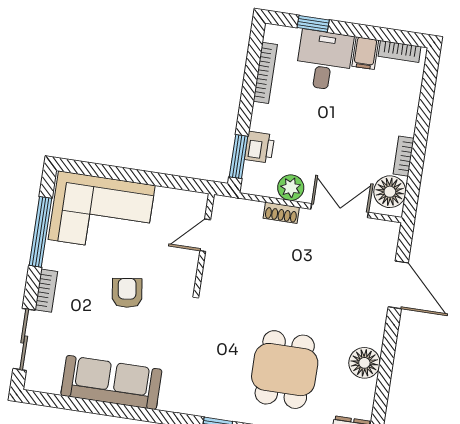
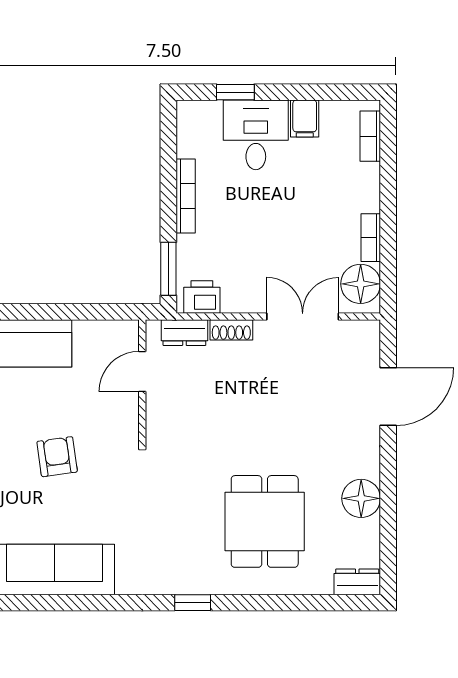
bookcase: (400, 51) -> (370, 136), moved, turned 90
bookcase: (265, 73) -> (186, 196), moved
printer: (260, 147) -> (202, 297), moved, turned -90
plant: (291, 188) -> (238, 297), removed
dresser: (244, 209) -> (184, 333), added
door: (398, 285) -> (388, 397), hinge flipped

